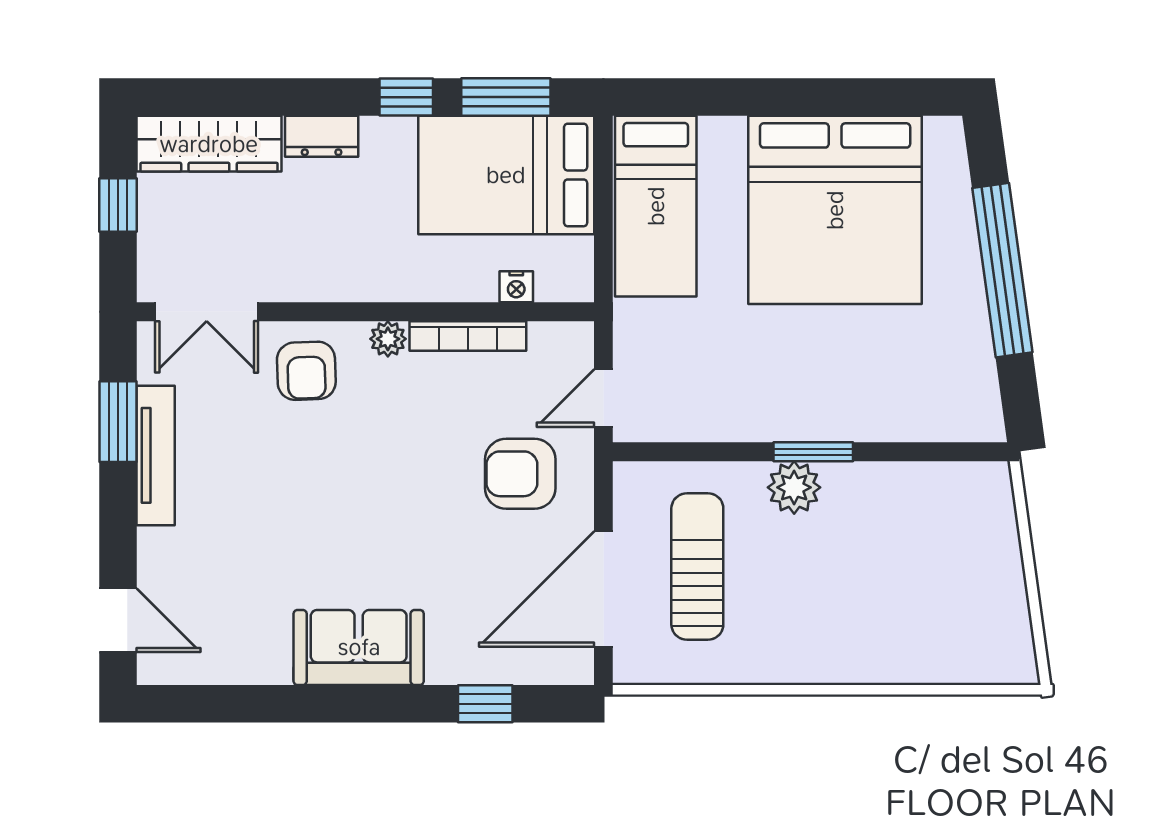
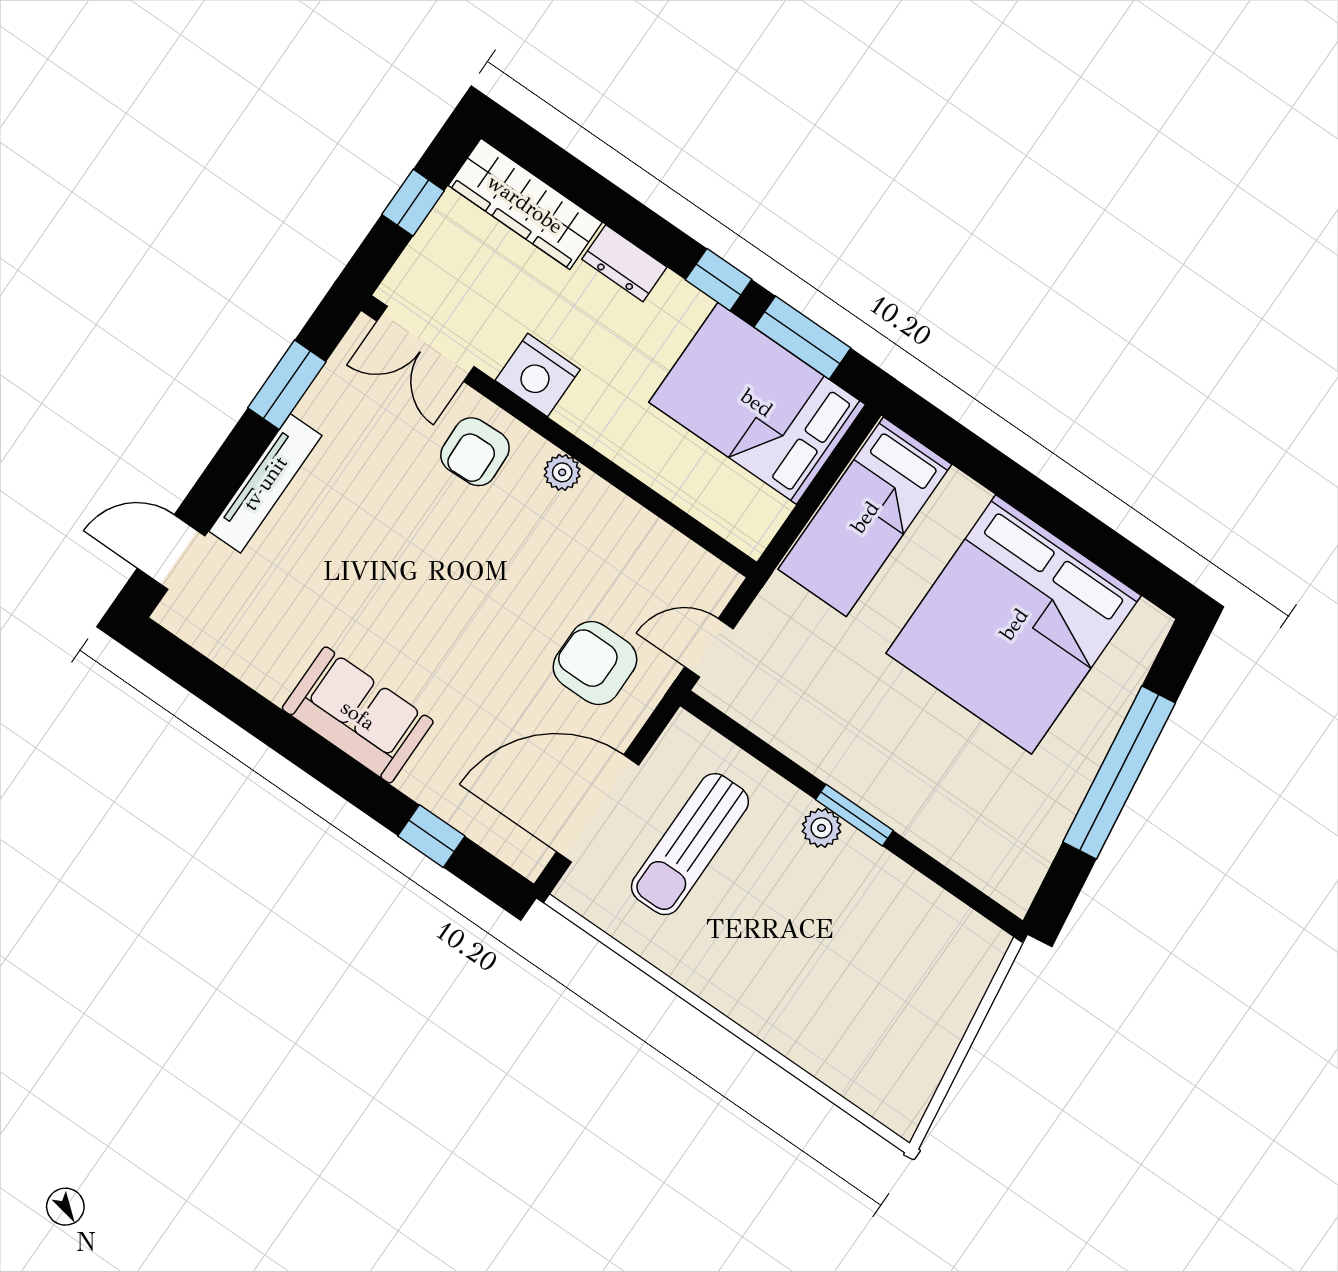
nightstand: (516, 287) -> (538, 375), moved, width x1.89, depth x1.79
bookcase: (468, 336) -> (631, 517), removed
tv unit: (156, 455) -> (265, 483), moved
plant: (794, 487) -> (822, 828), width x0.73, depth x0.73
sun lounger: (697, 566) -> (690, 844), turned 180
door: (118, 620) -> (171, 552), swing flipped

